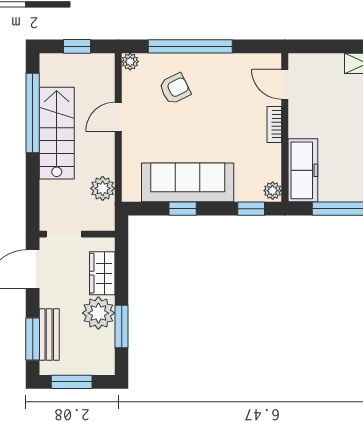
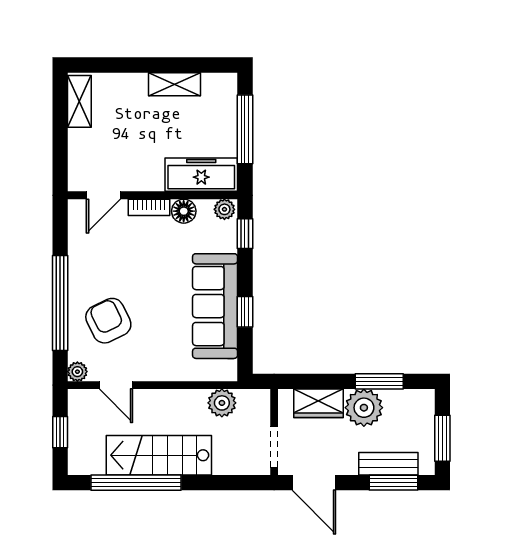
armchair: (175, 89) -> (108, 321), width x1.38, depth x1.38
door: (118, 117) -> (116, 385), moved
floor lamp: (271, 155) -> (184, 211), added

